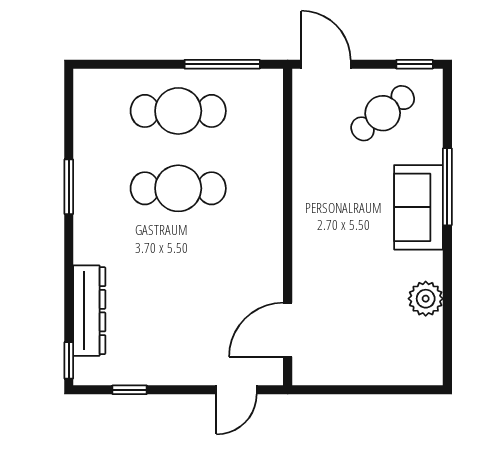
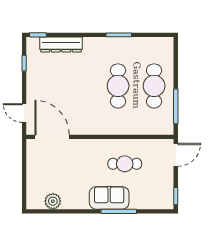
cafe table: (383, 113) -> (125, 164), moved, turned -52
plant: (426, 299) -> (53, 201), moved
door: (288, 330) -> (52, 137), width x1.36

